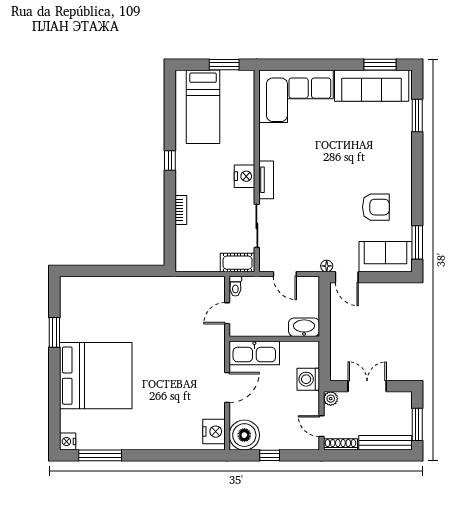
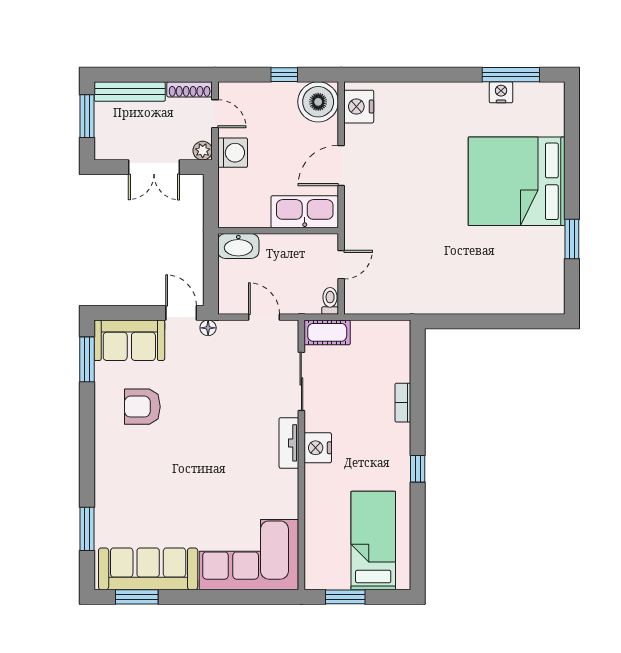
washing machine: (308, 379) -> (233, 153), moved
nightstand: (68, 442) -> (501, 92), moved, turned -90

